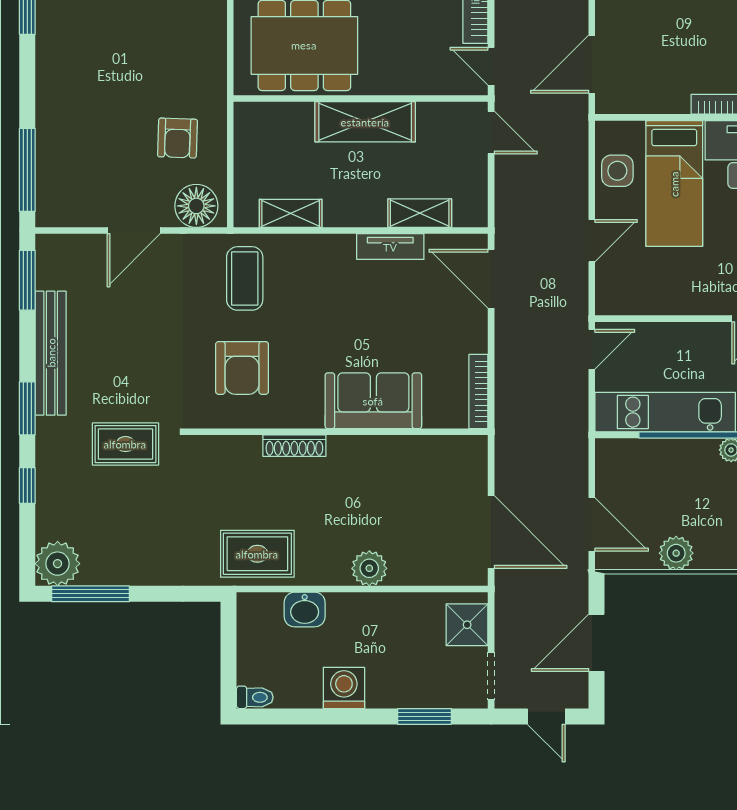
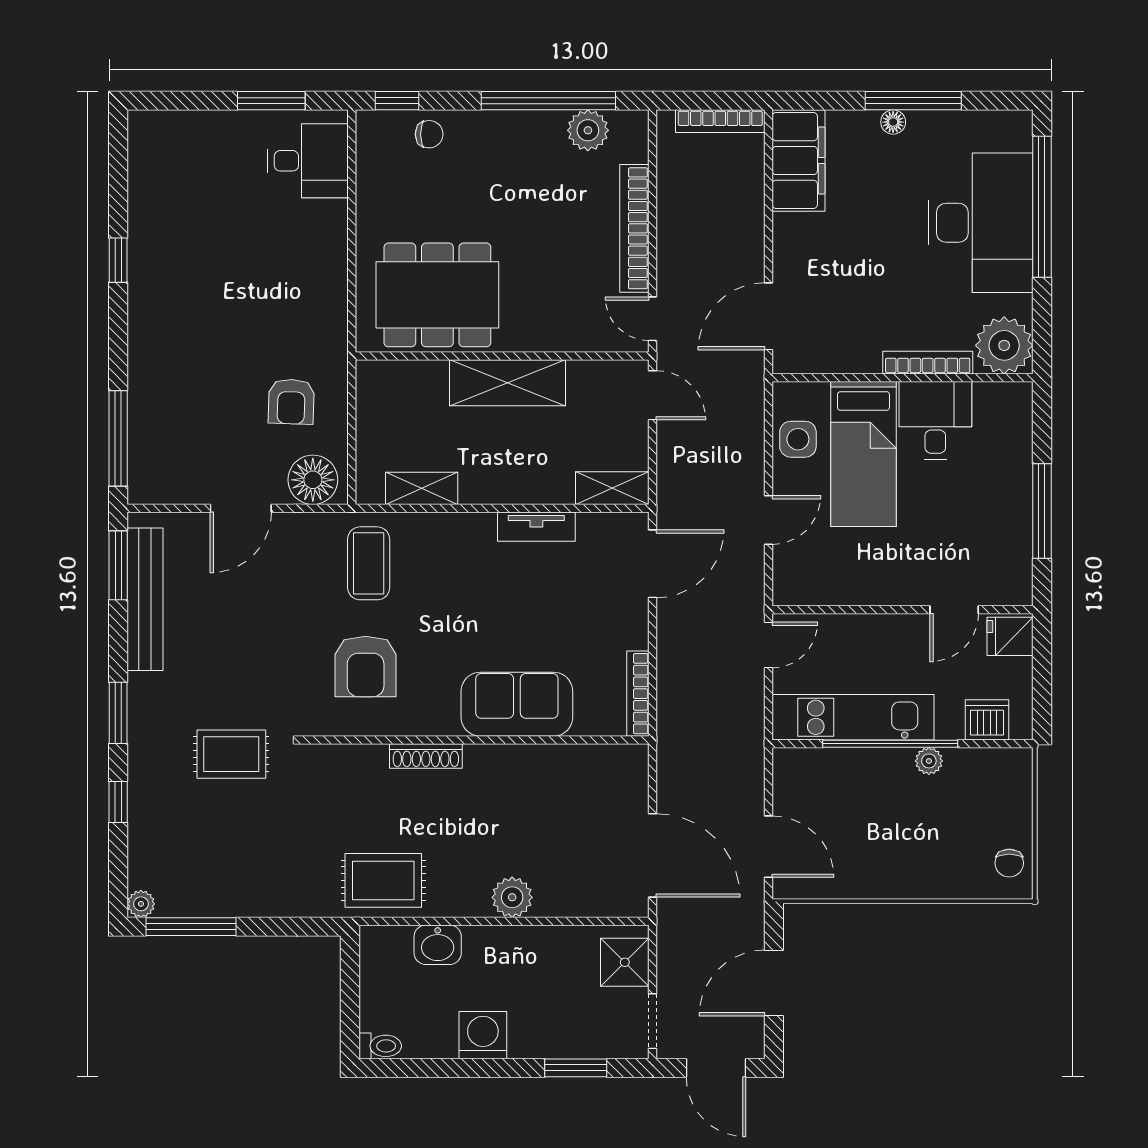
shelving: (420, 213) -> (612, 488), moved
door: (491, 279) -> (653, 564), swing flipped
bench: (51, 353) -> (145, 599), moved
plant: (676, 553) -> (866, 880), removed
plant: (58, 564) -> (141, 904), width x0.53, depth x0.53
door: (546, 716) -> (716, 1068), width x1.38

